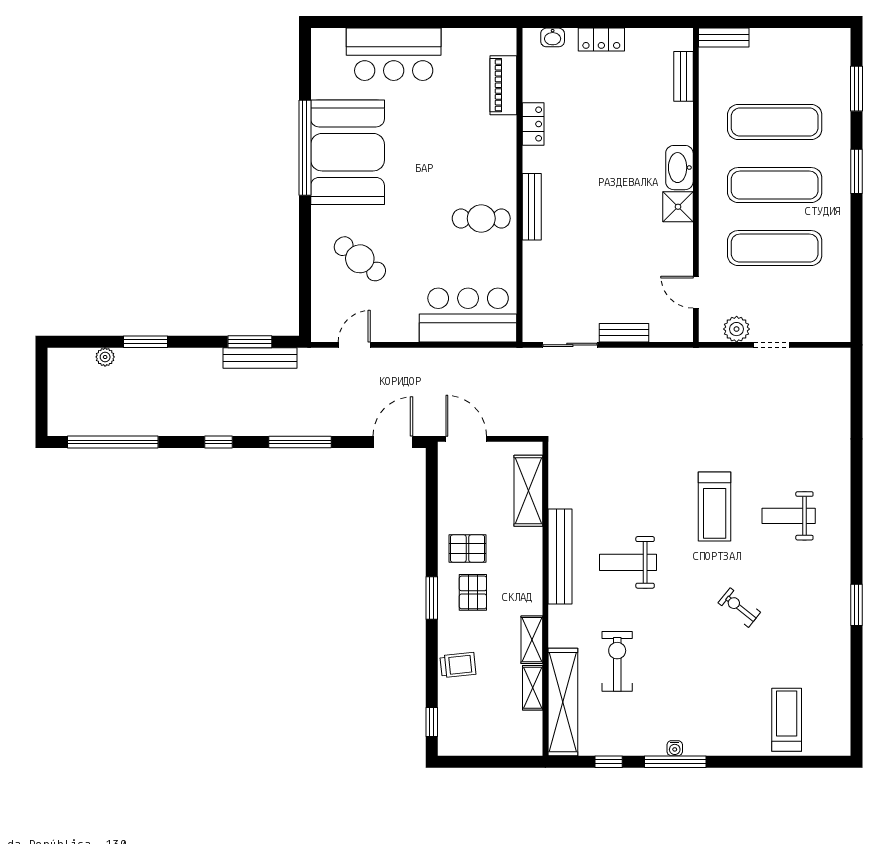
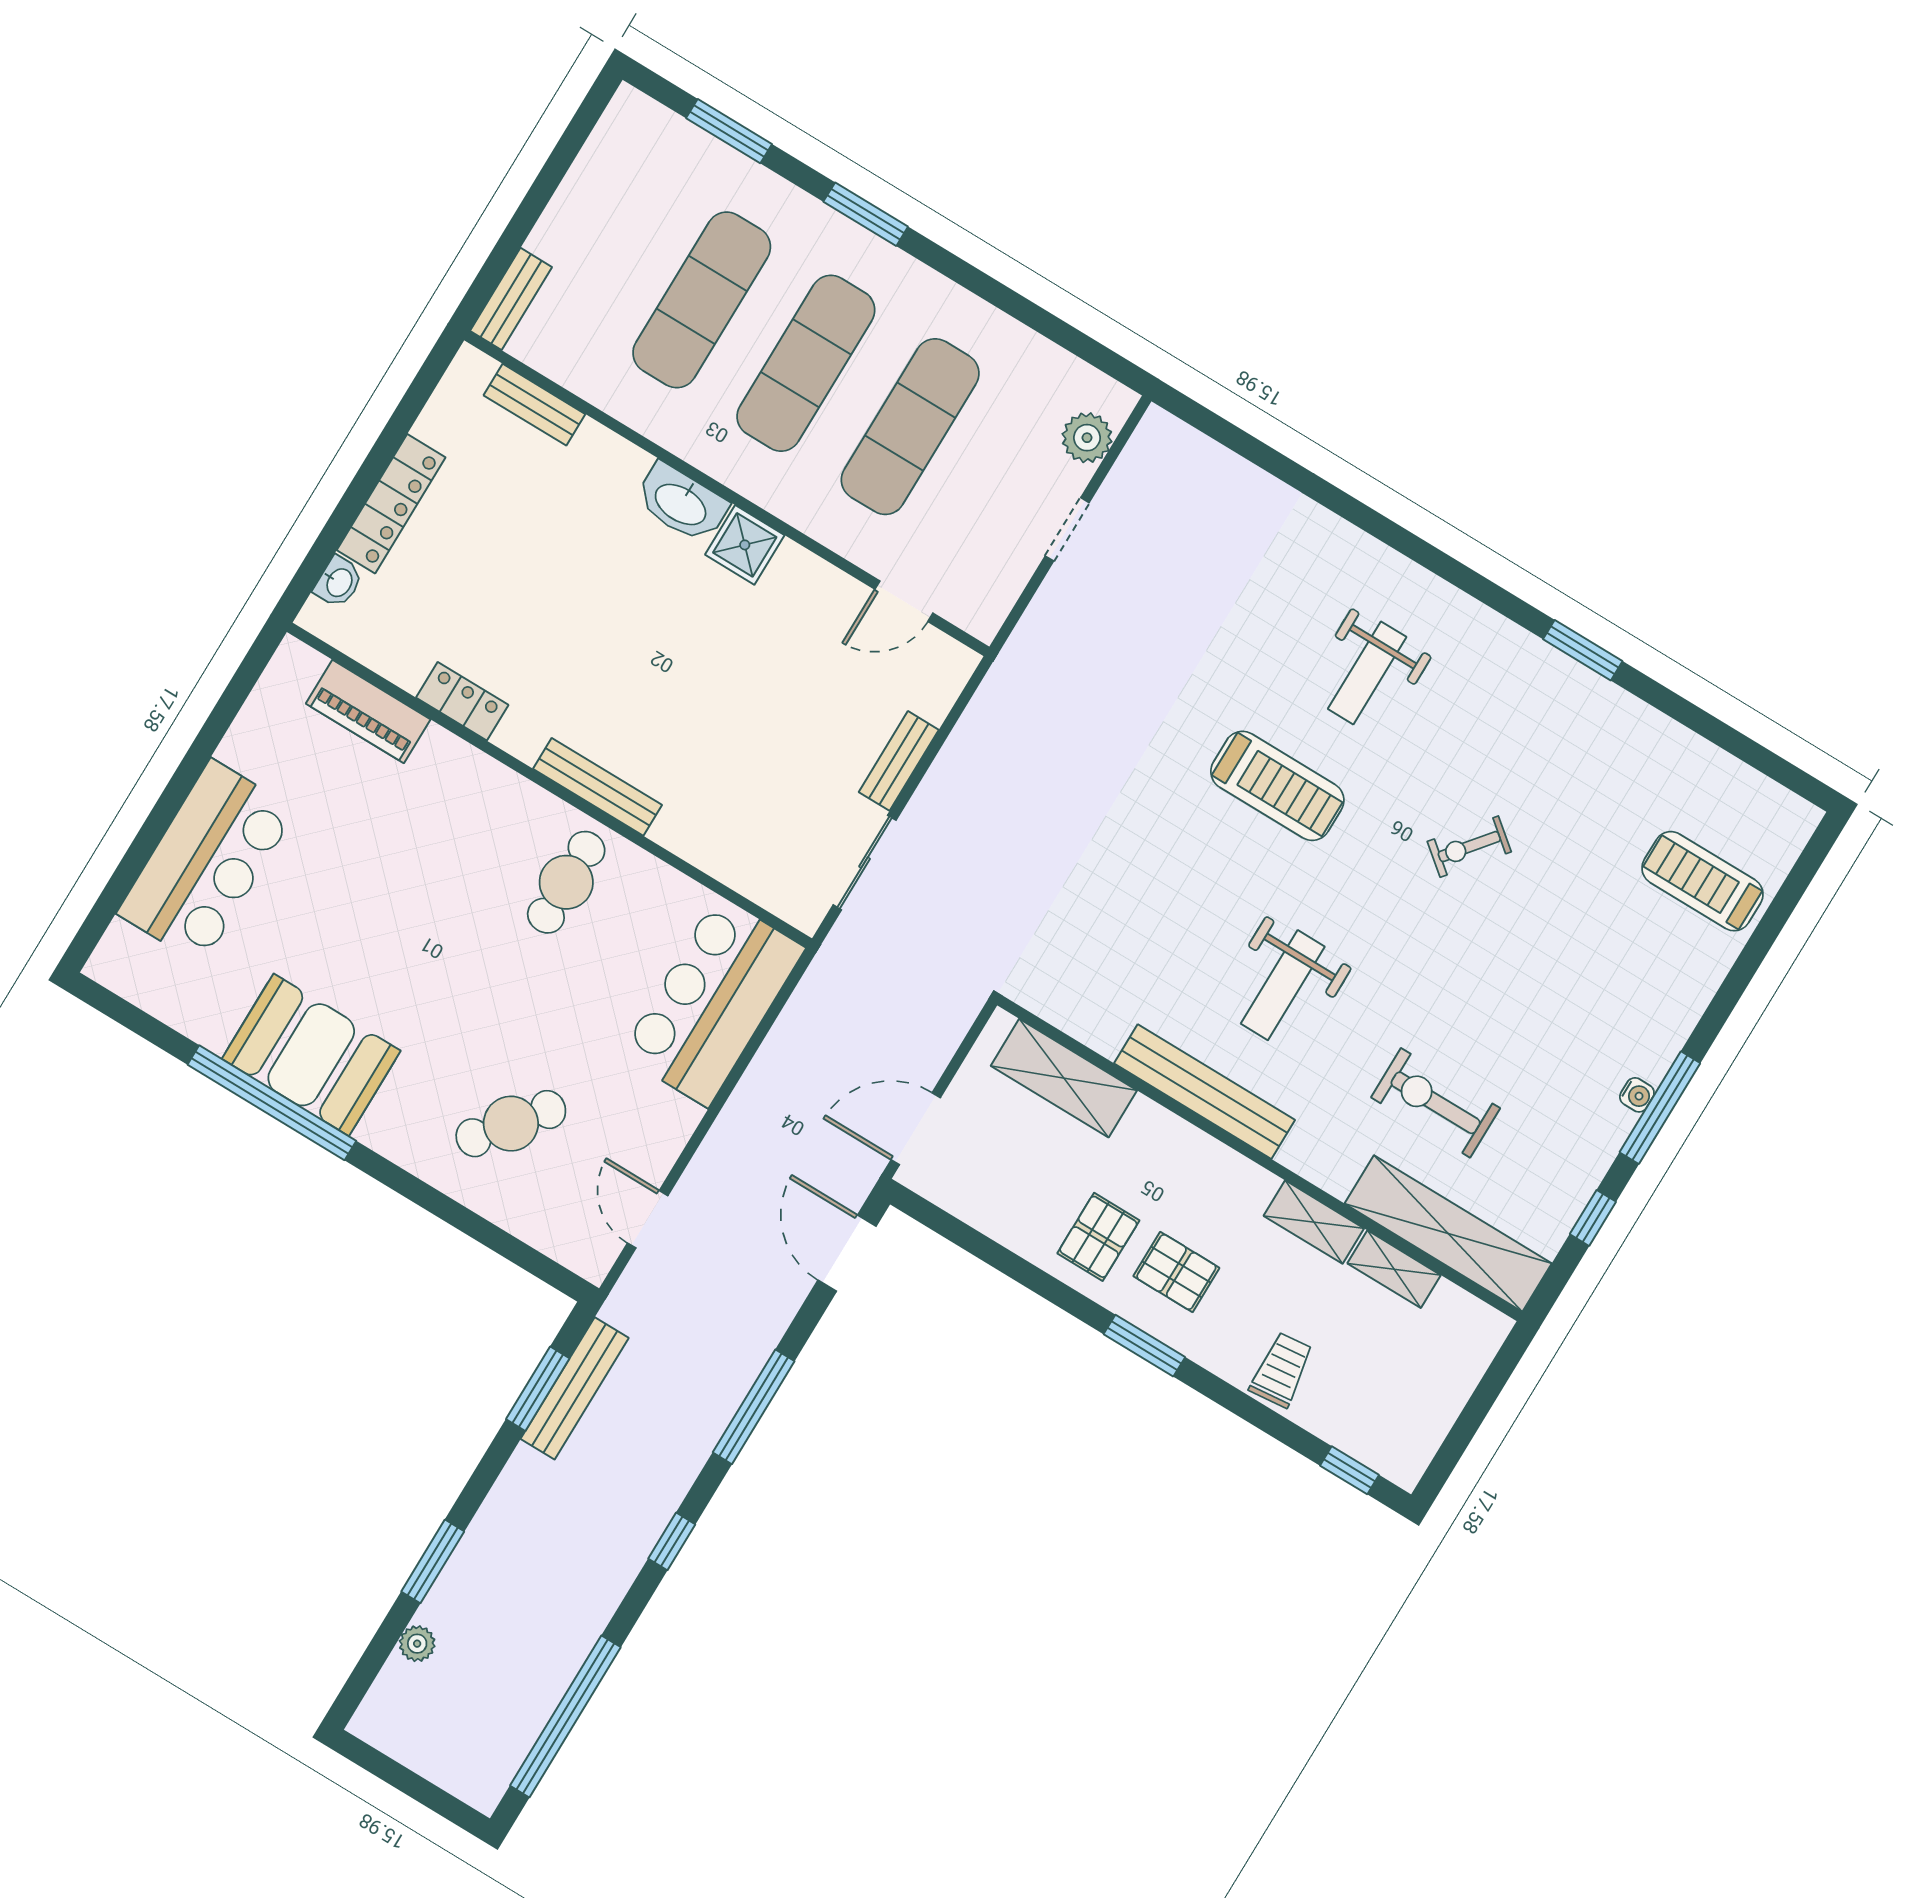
locker: (601, 40) -> (391, 504), width x1.53
booth: (348, 152) -> (311, 1055), width x0.73, depth x0.70
plant: (737, 329) -> (1087, 438), moved

